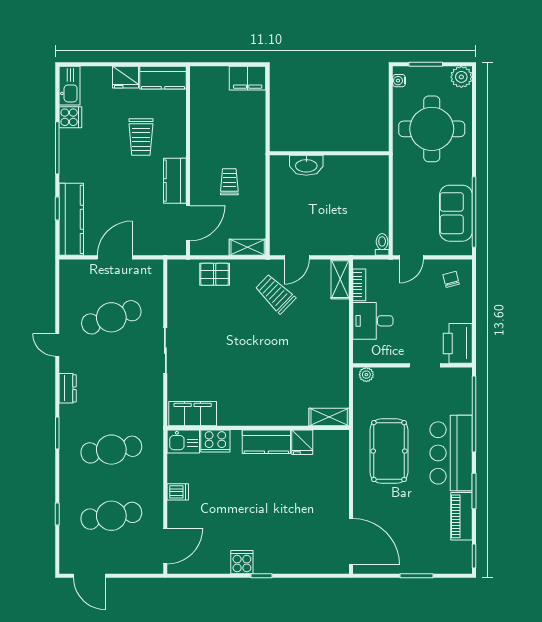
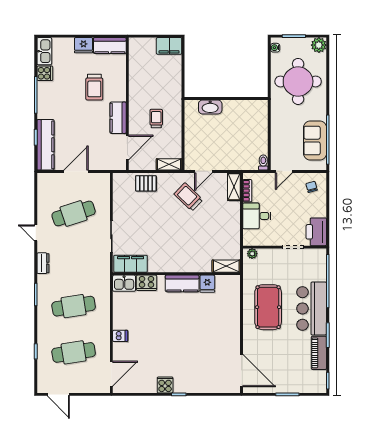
filing cabinet: (193, 414) -> (131, 264), moved
shelving: (329, 417) -> (226, 266), moved
wall: (258, 428) -> (176, 274), moved
kitchen sink: (183, 441) -> (124, 283), moved
cooker: (215, 441) -> (146, 283), moved
kitchen counter: (266, 442) -> (182, 283), moved
fridge: (302, 442) -> (207, 284), moved

